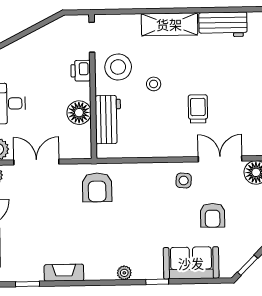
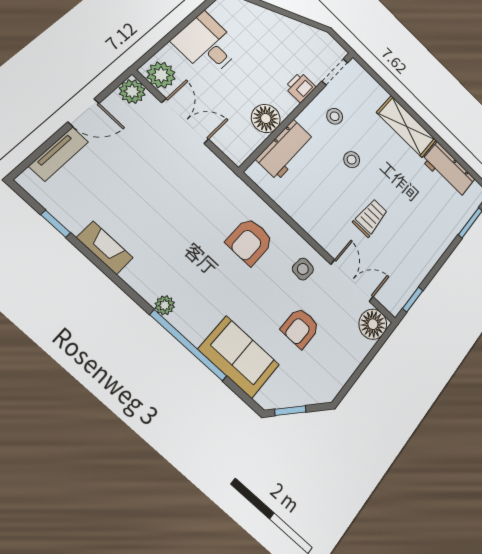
stool: (118, 67) -> (335, 116), width x0.53, depth x0.53
armchair: (97, 187) -> (250, 241), moved
window: (157, 282) -> (188, 345), width x3.17

